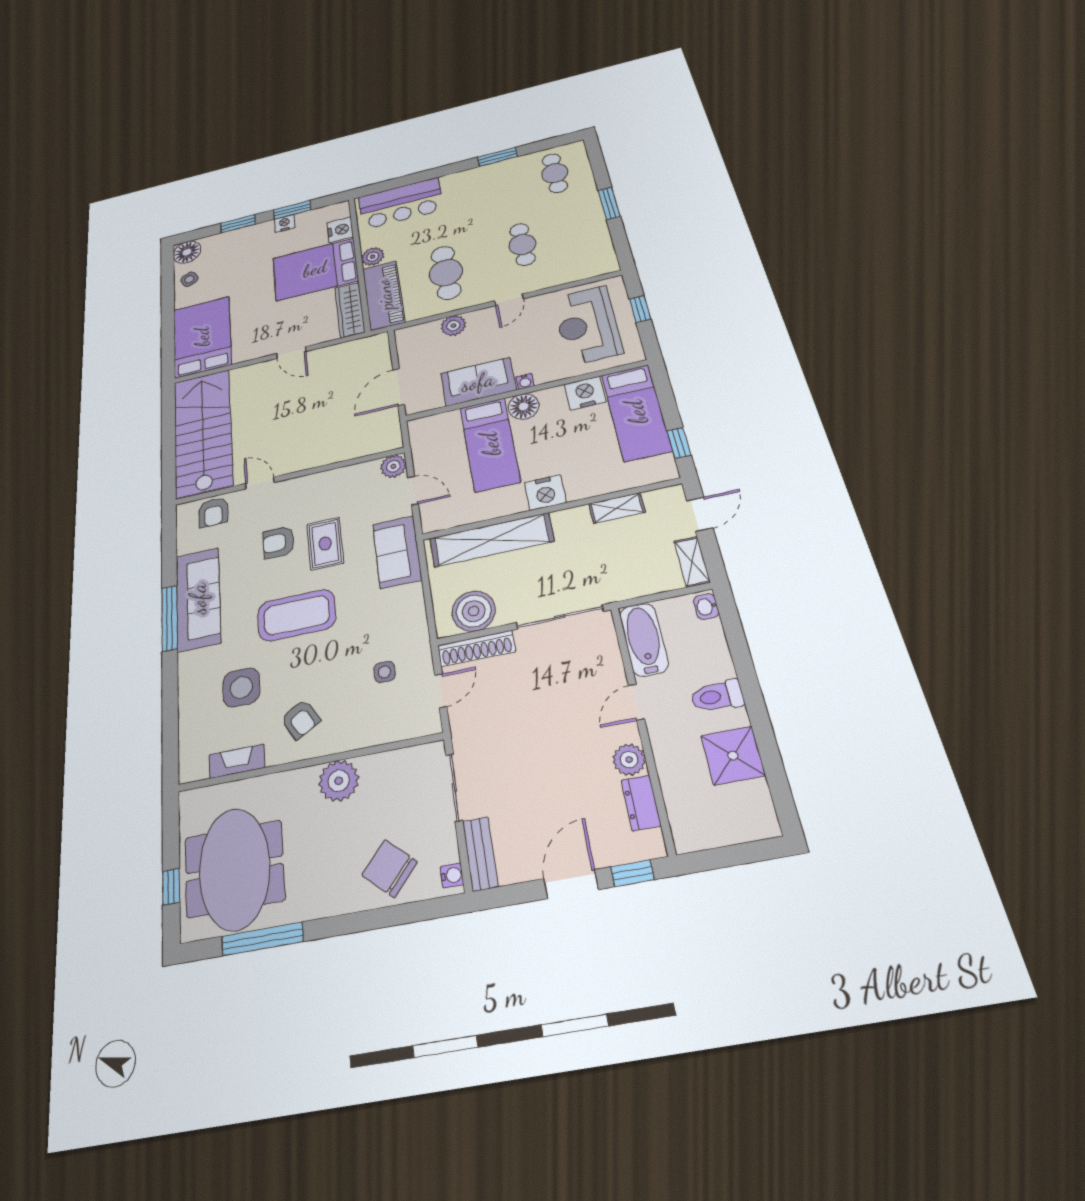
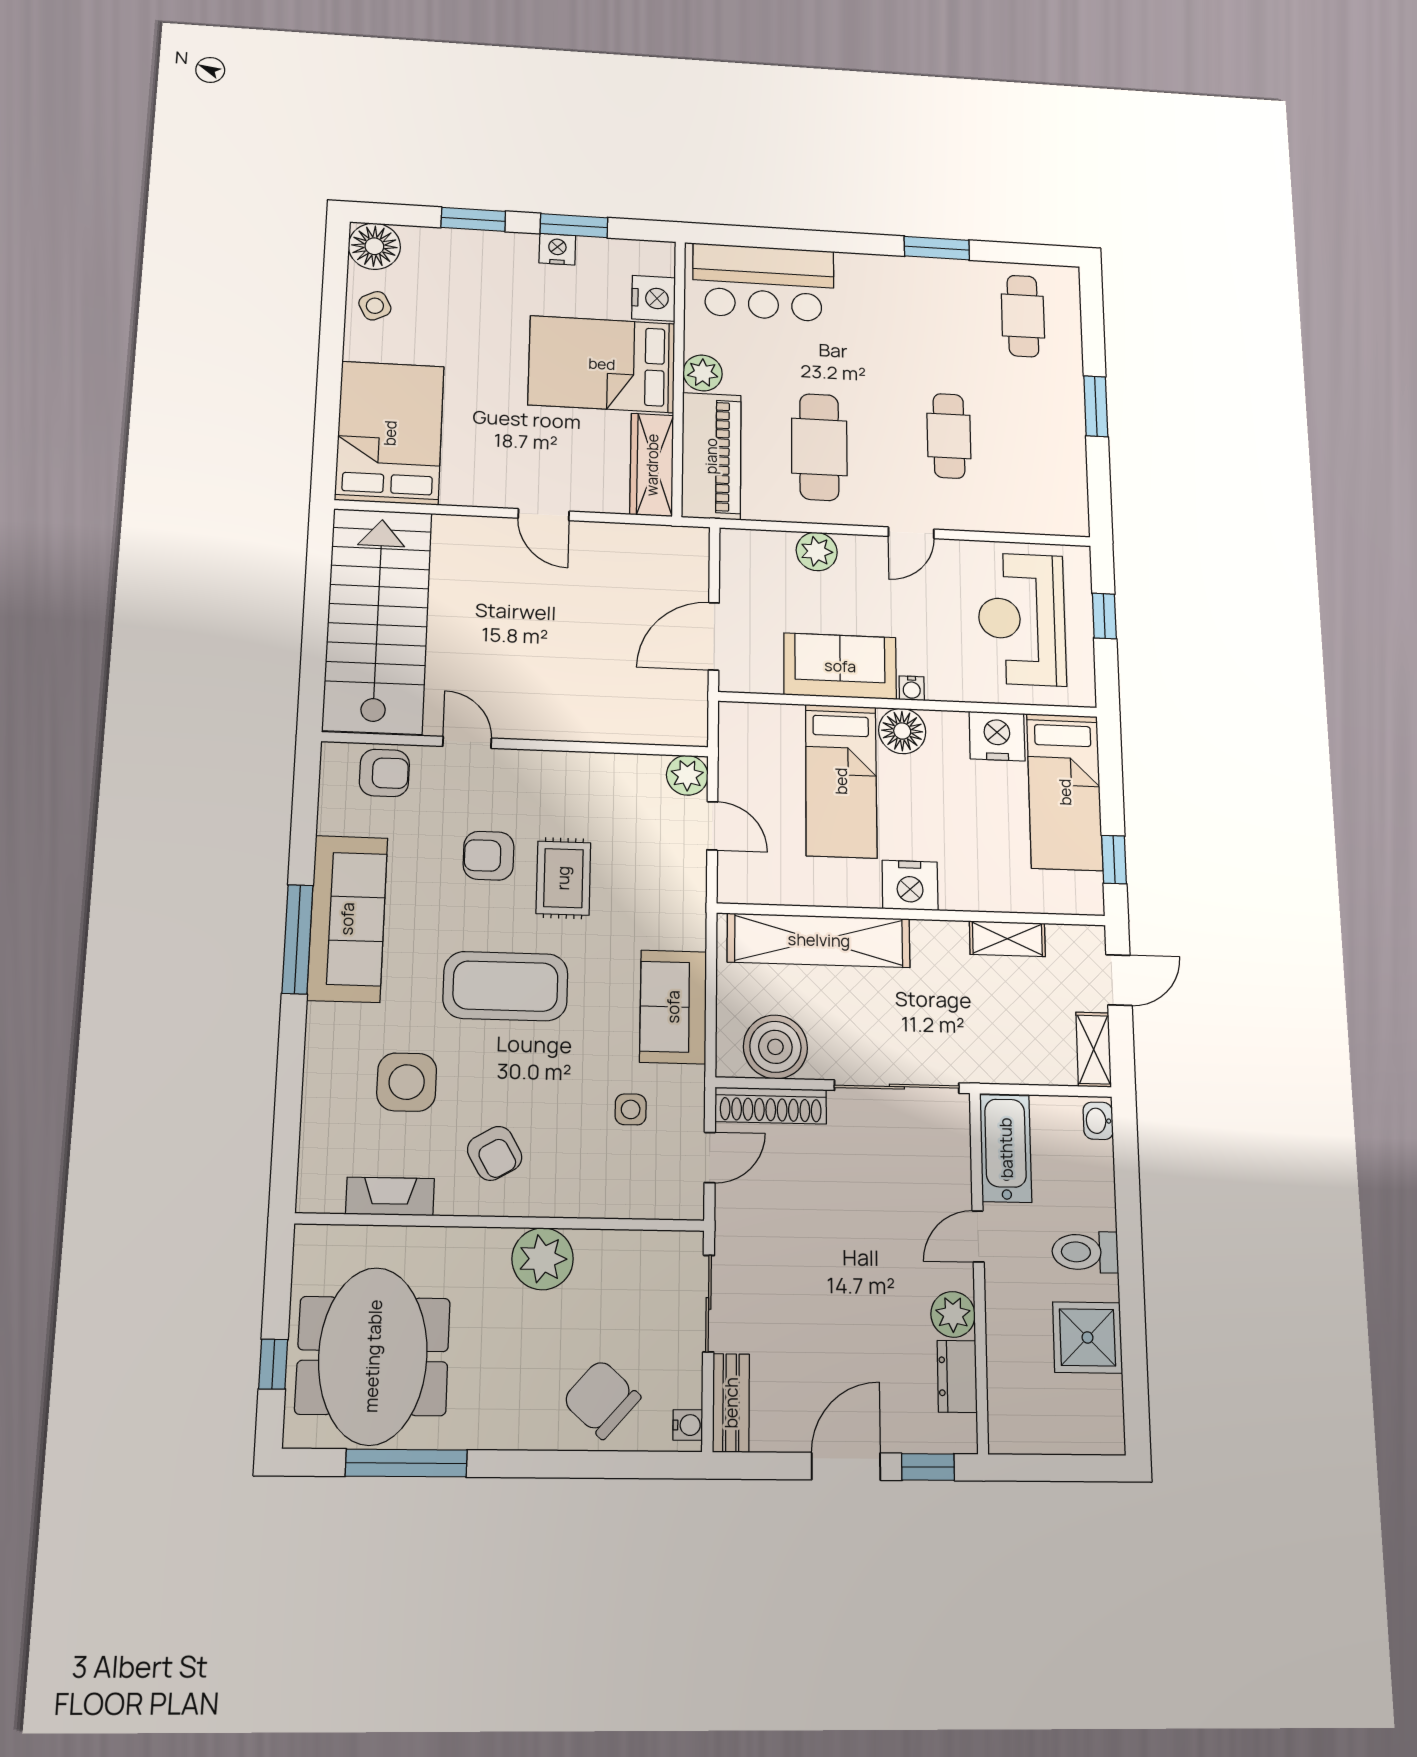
armchair: (213, 512) -> (384, 773), turned -90
sofa: (397, 552) -> (673, 1007), moved

